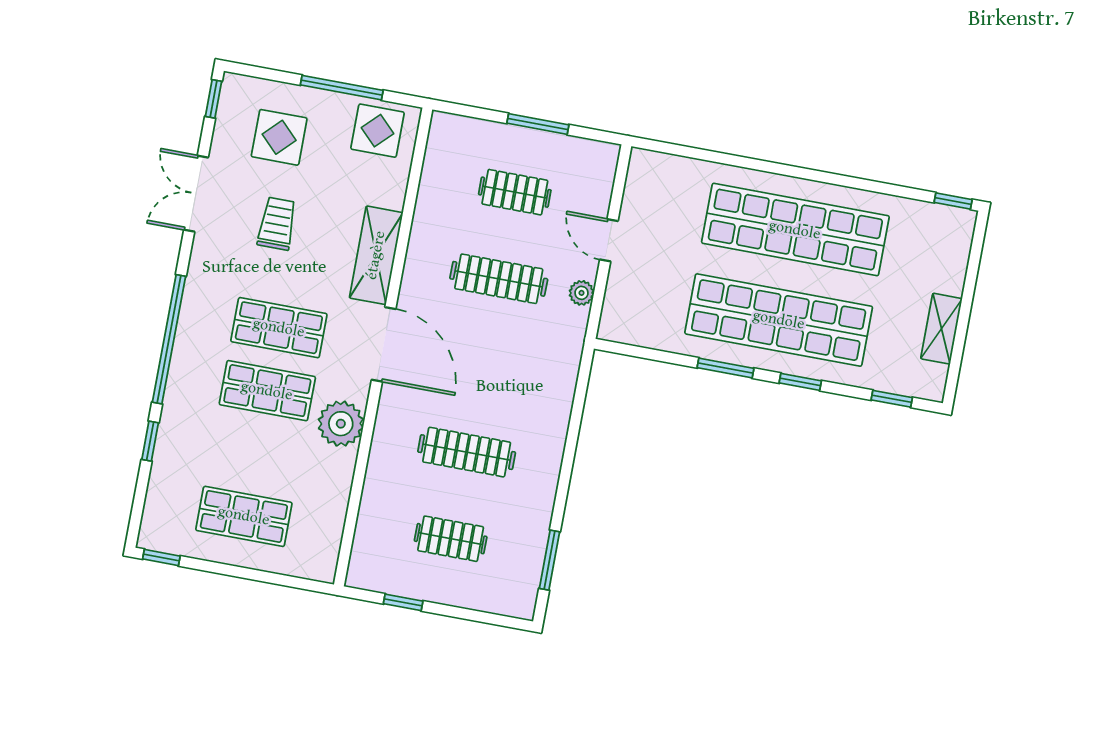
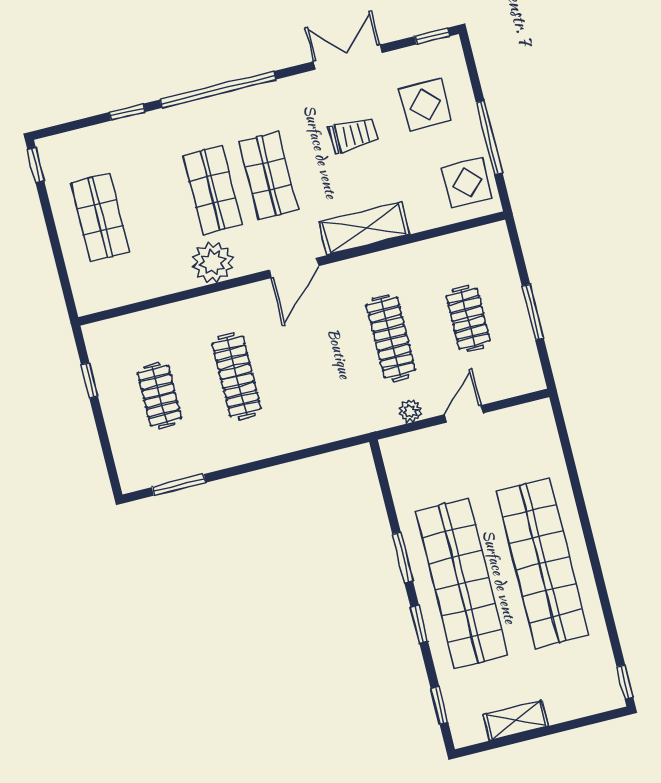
door: (384, 344) -> (294, 268), width x0.73

